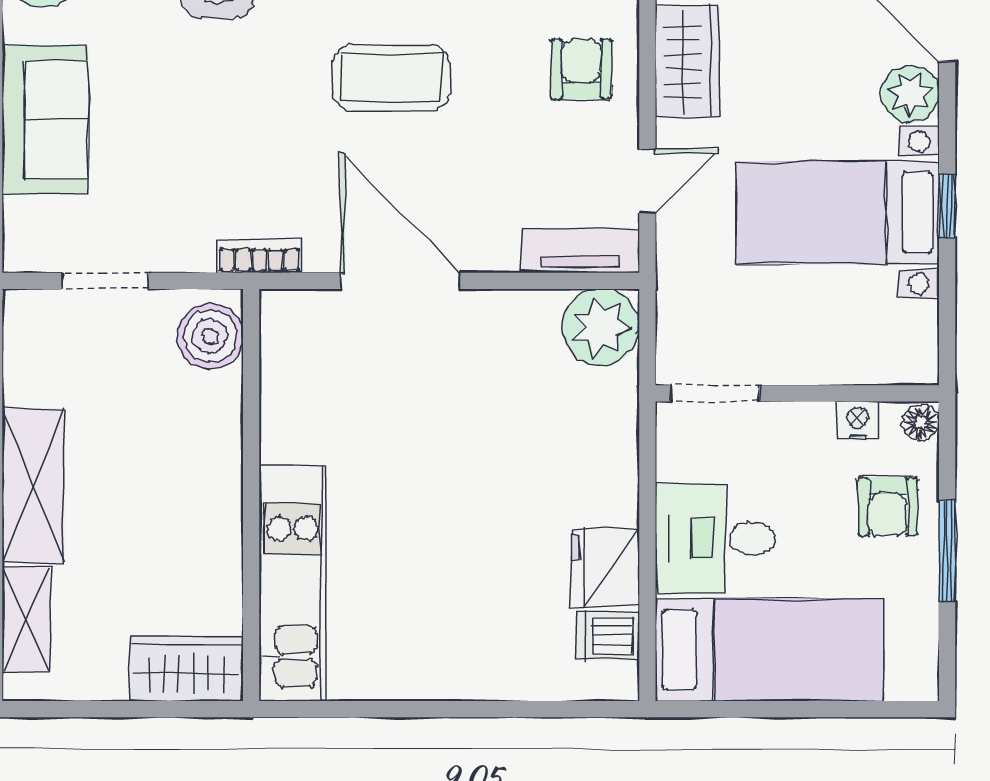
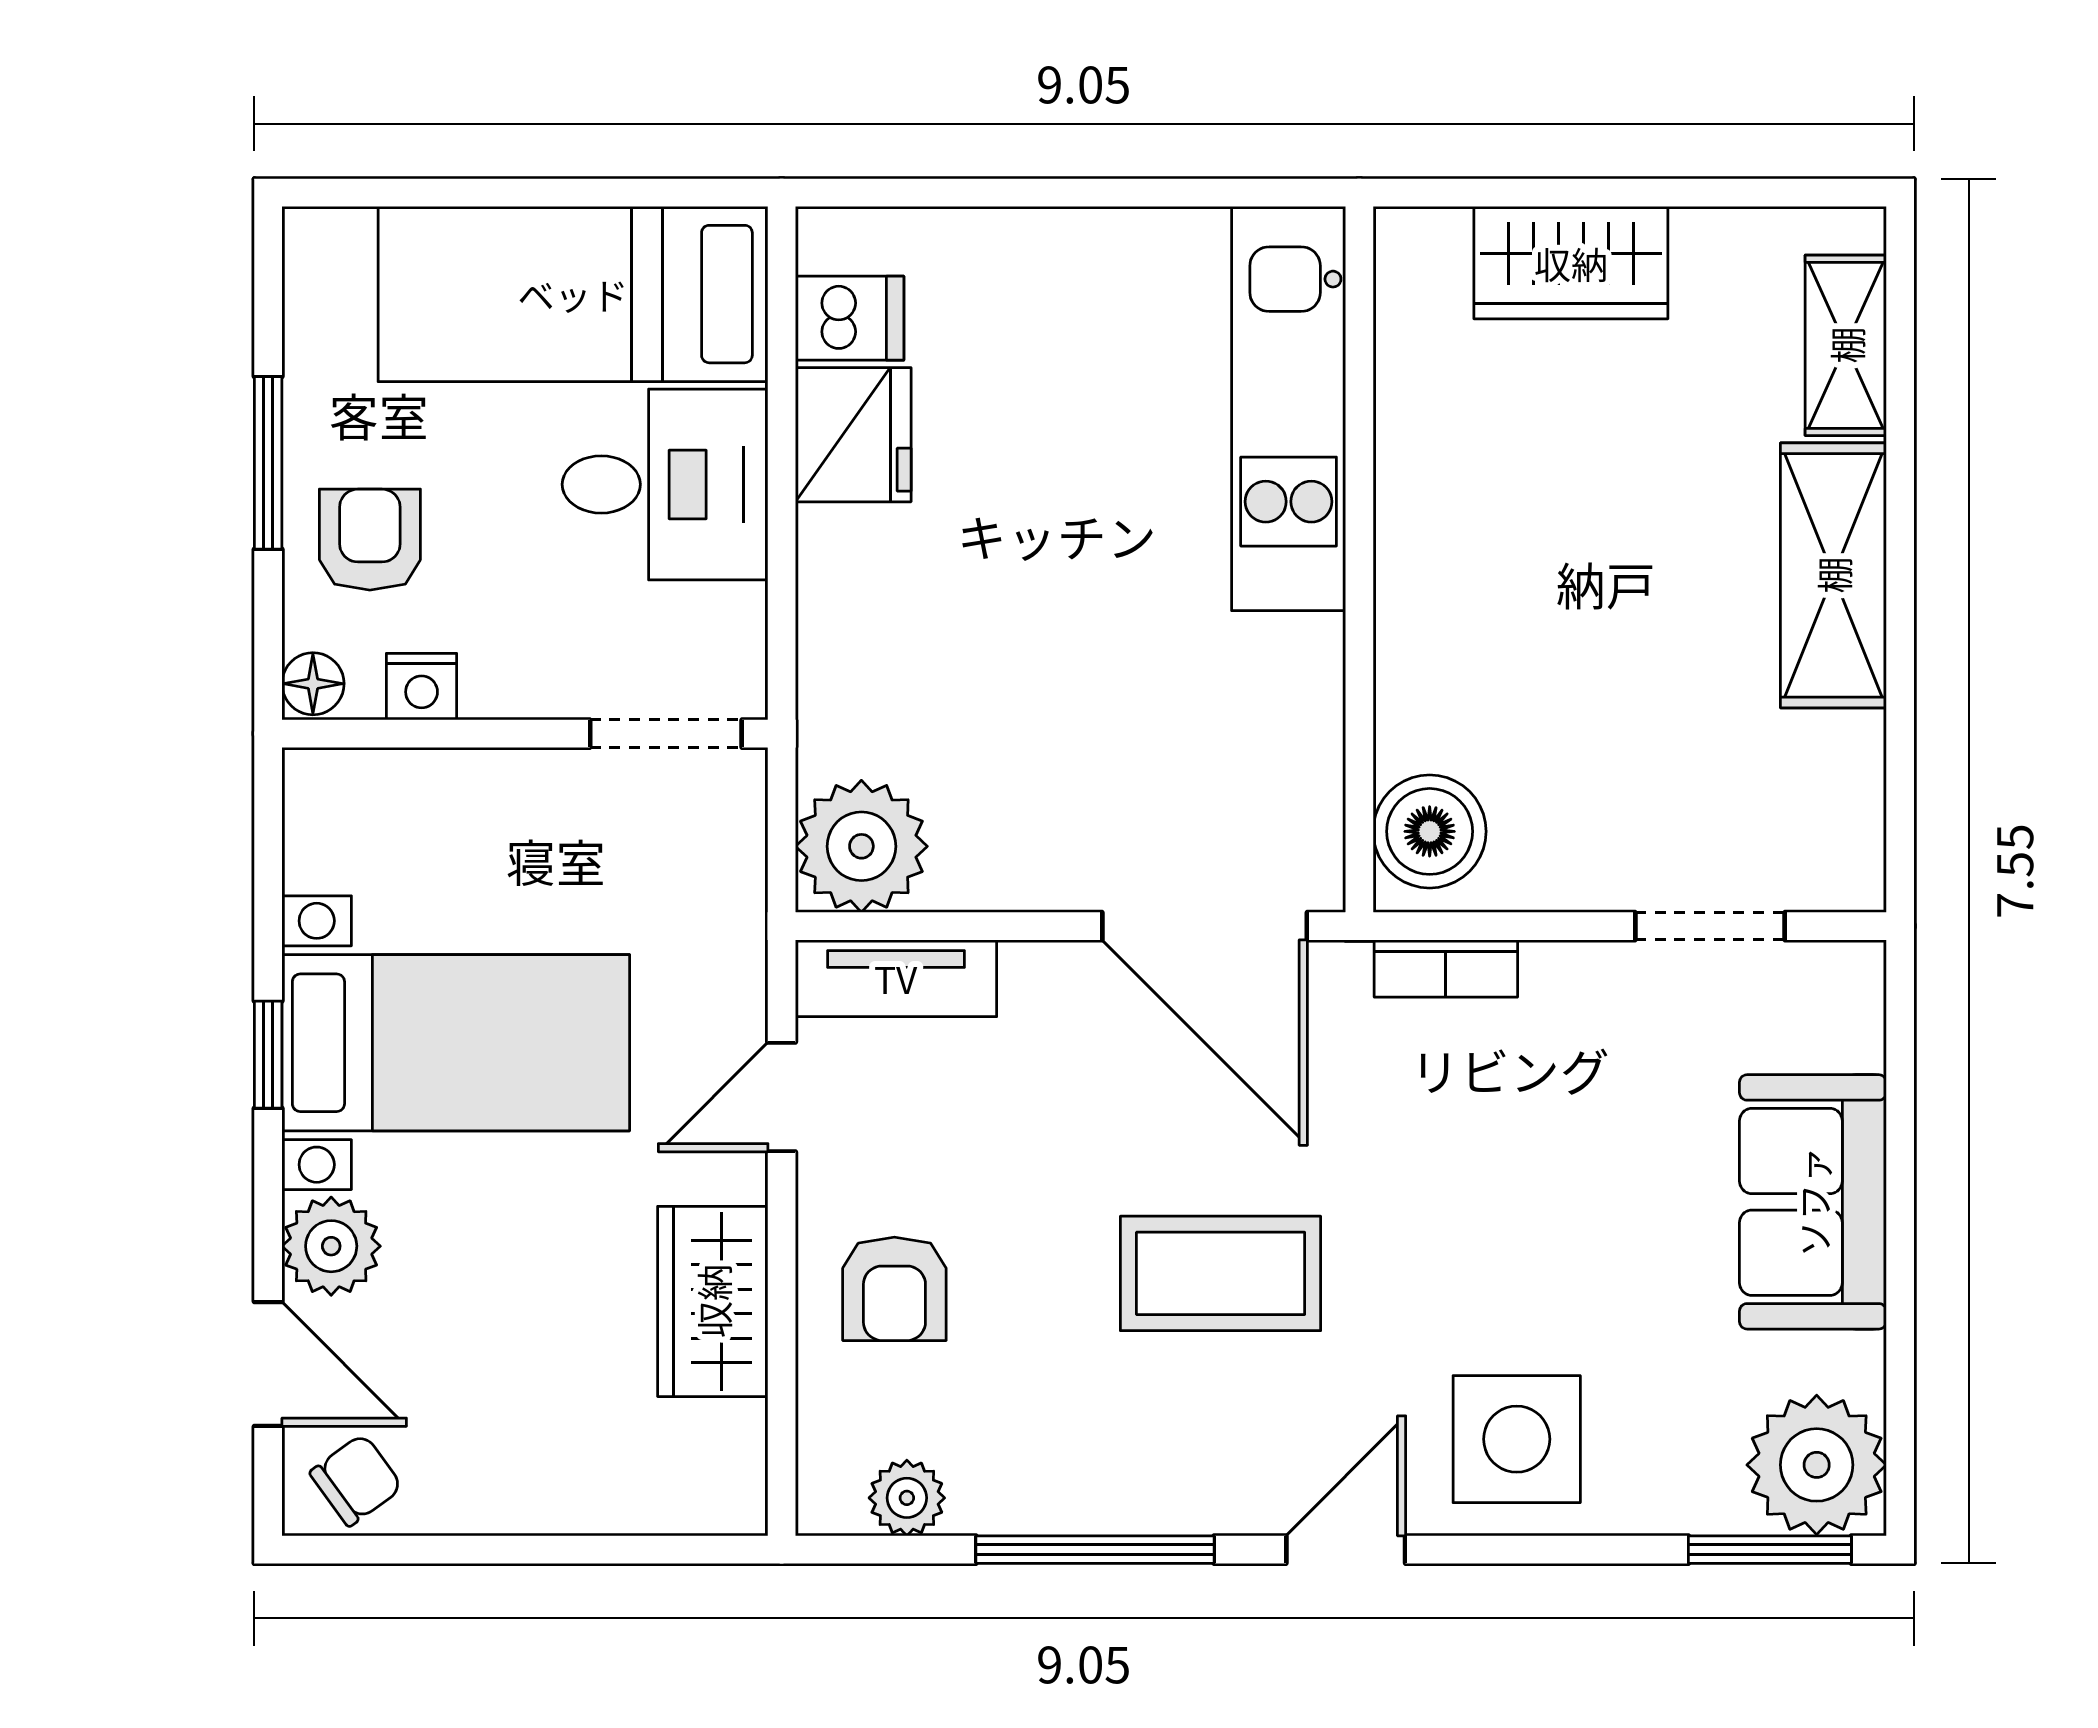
boiler: (210, 336) -> (1430, 831), moved
wall: (251, 495) -> (1359, 559), moved
kitchen unit: (292, 583) -> (1289, 409), moved

